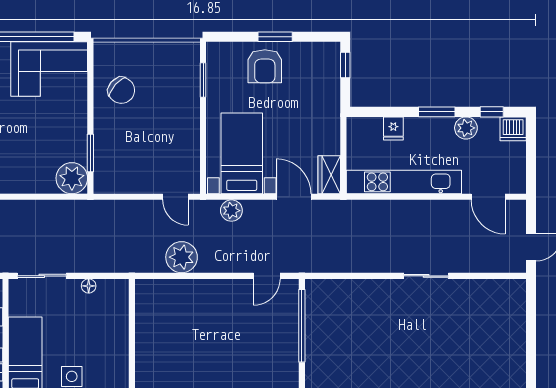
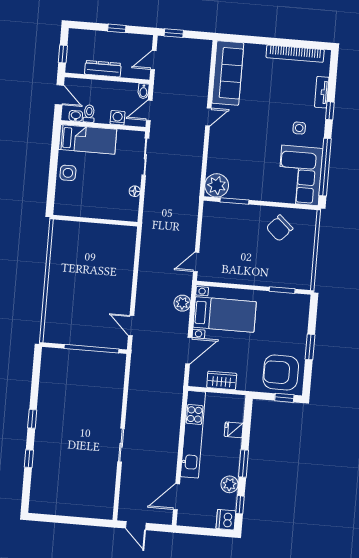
armchair: (265, 66) -> (281, 373), moved, width x1.36, depth x1.36
wardrobe: (329, 175) -> (222, 380), moved
plant: (182, 257) -> (150, 263), removed

